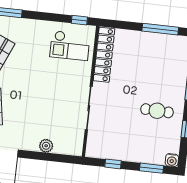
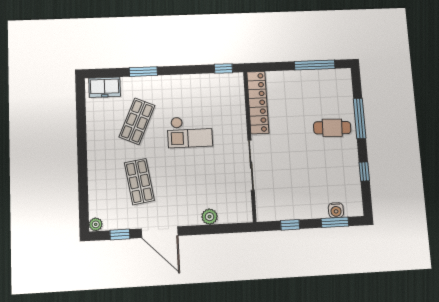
checkout: (70, 46) -> (190, 132), moved
cafe table: (157, 111) -> (332, 128), moved
water cooler: (172, 160) -> (336, 210), moved

